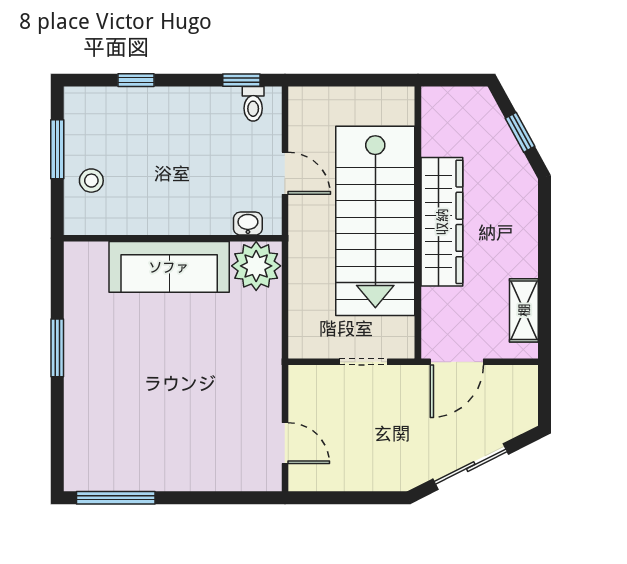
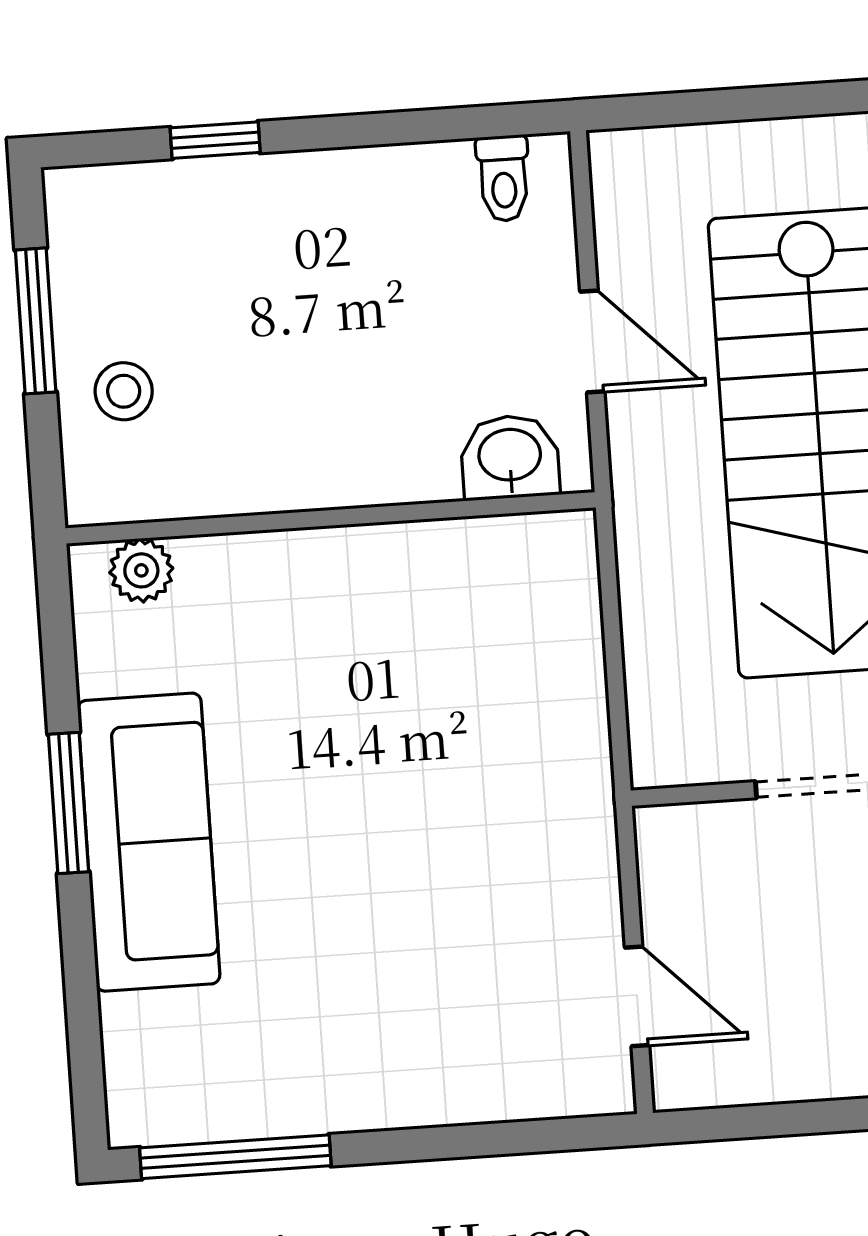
window: (241, 80) -> (471, 123), removed
washbasin: (248, 224) -> (510, 457), width x1.38, depth x1.45
plant: (256, 266) -> (141, 570), moved, width x0.53, depth x0.53
sofa: (169, 267) -> (149, 842), moved, turned -90

